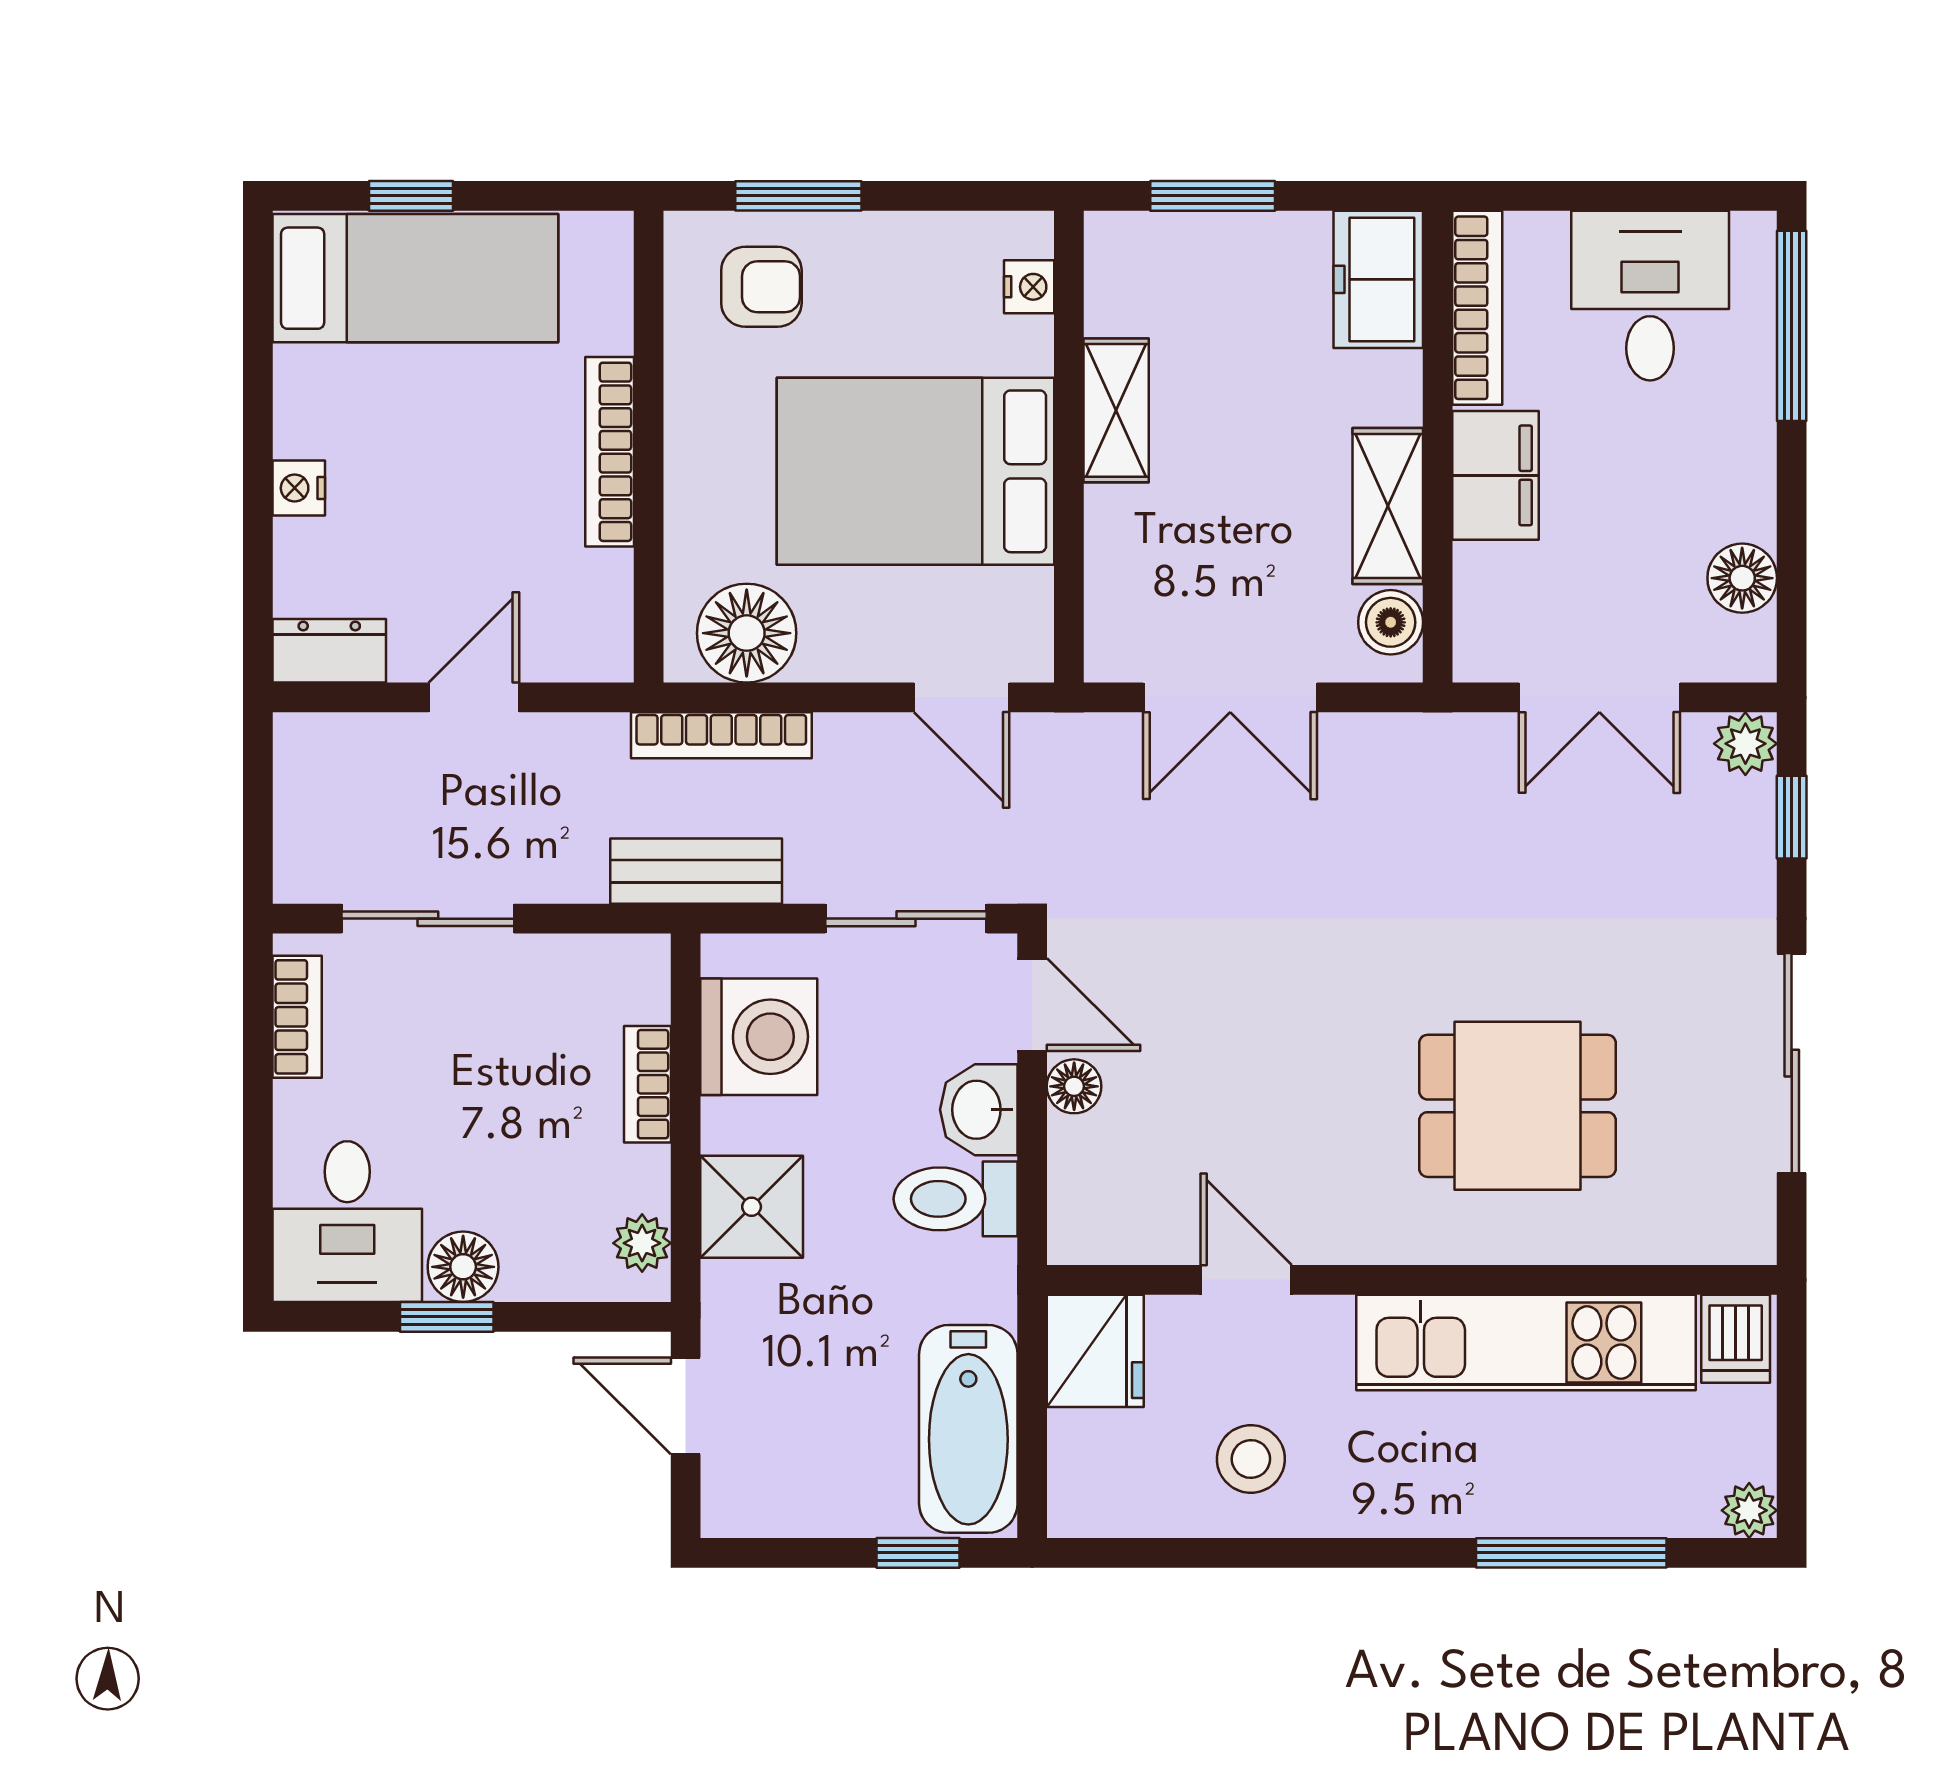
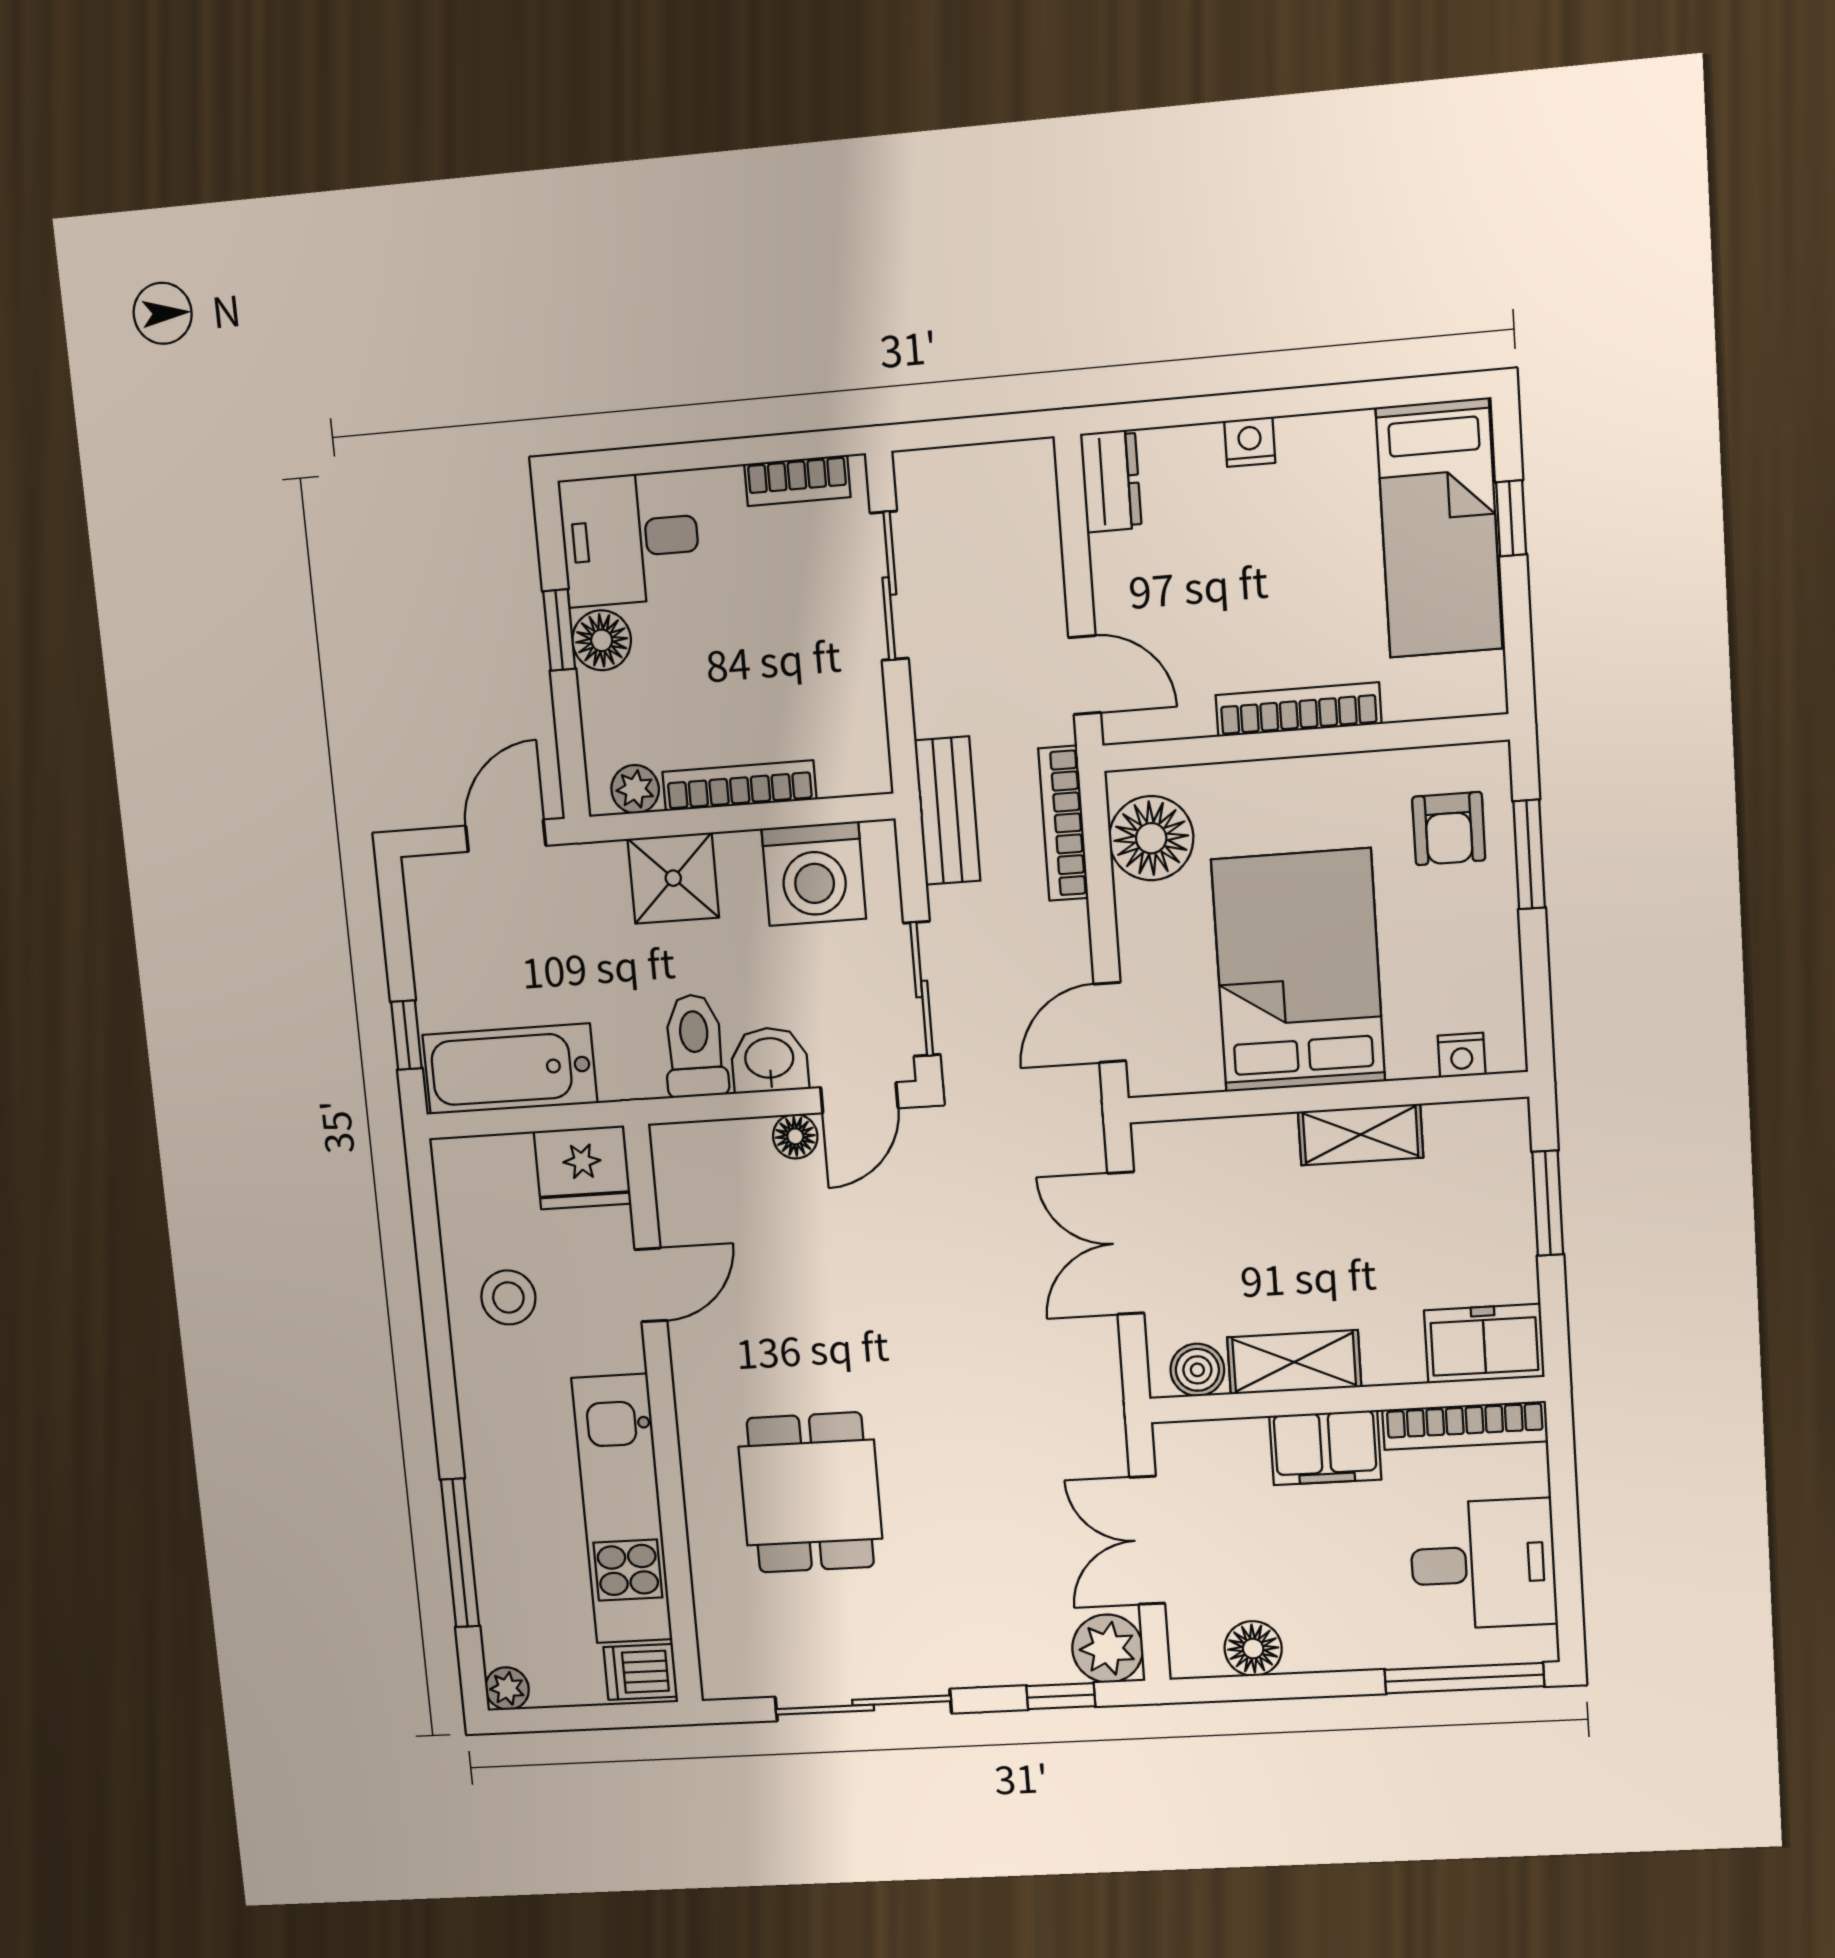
door: (474, 697) -> (1085, 675), moved
plant: (1745, 744) -> (1108, 1649), width x1.38, depth x1.38
bookcase: (647, 1084) -> (739, 786), width x1.56

